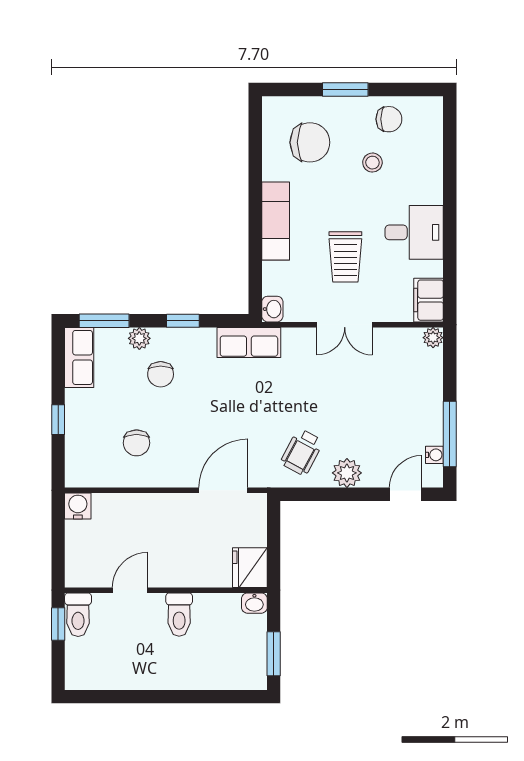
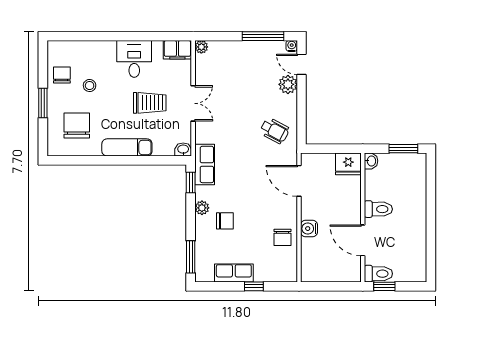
window: (183, 321) -> (191, 182), moved
plant: (139, 338) -> (202, 208), moved
row of seats: (79, 357) -> (234, 273), moved
chair: (137, 443) -> (282, 237), moved, turned 90
water cooler: (434, 455) -> (292, 46), moved
plant: (347, 473) -> (288, 84), moved
water cooler: (78, 506) -> (309, 229), moved
door: (130, 590) -> (363, 240), width x1.37

